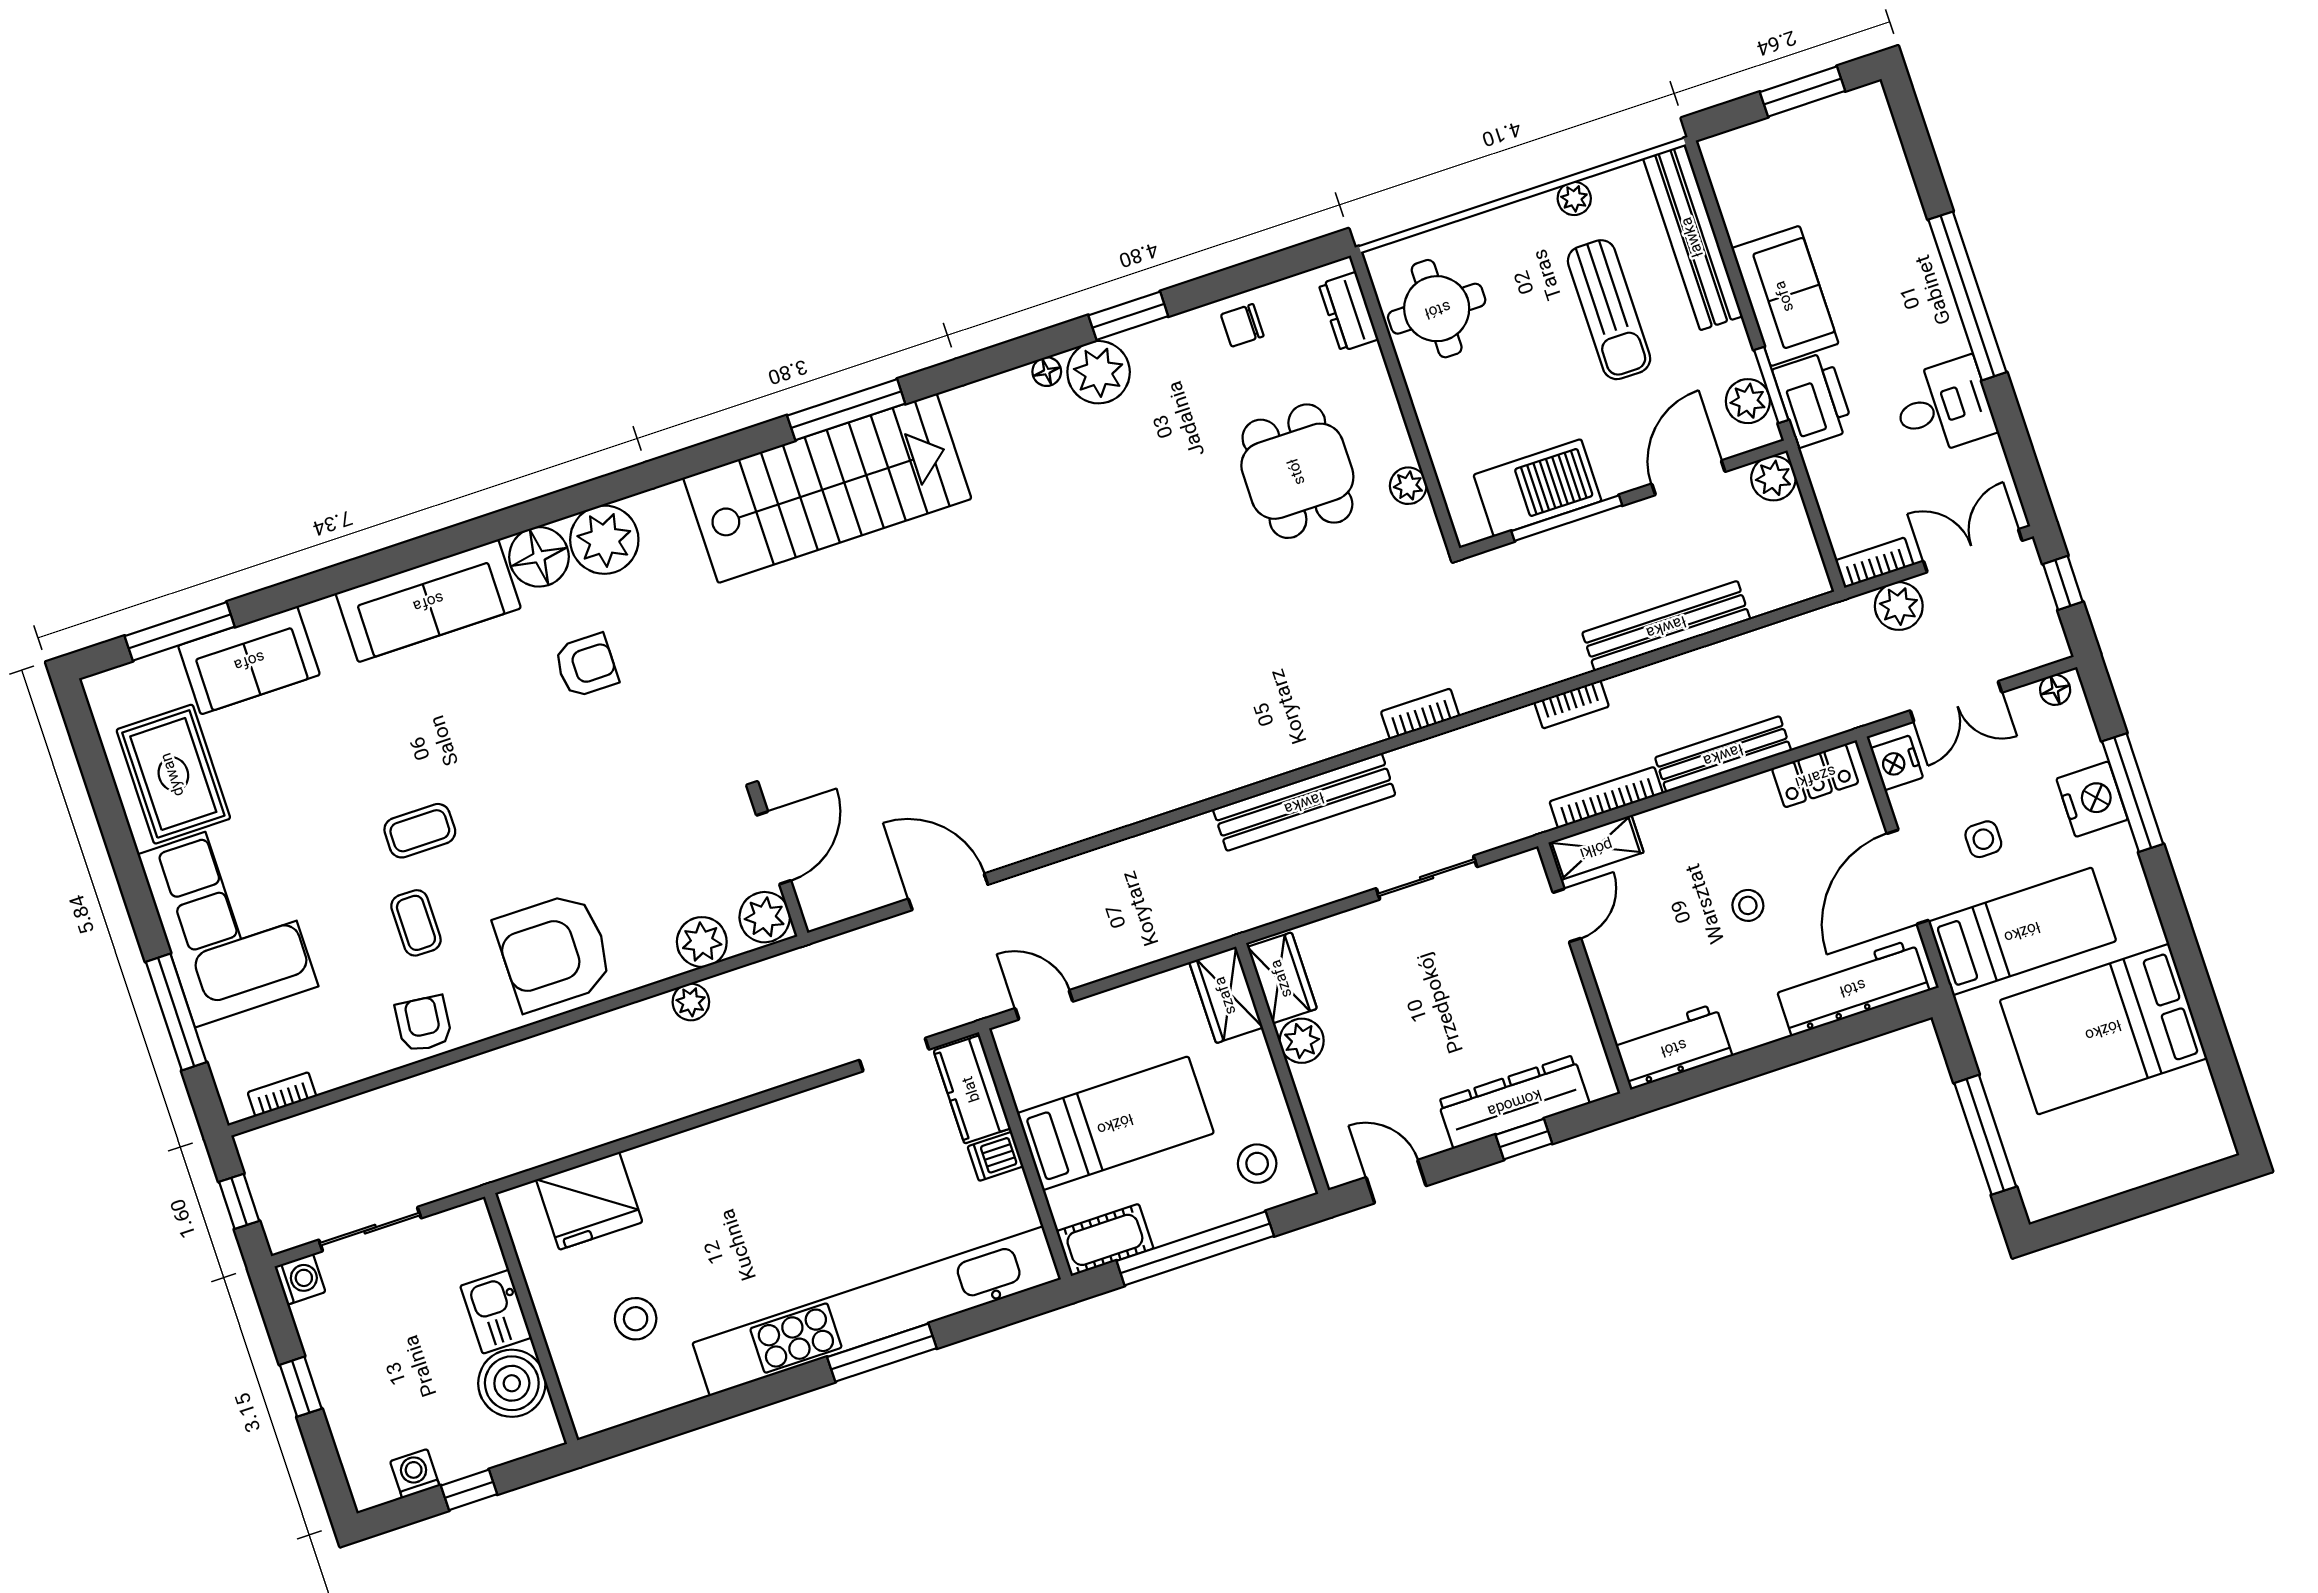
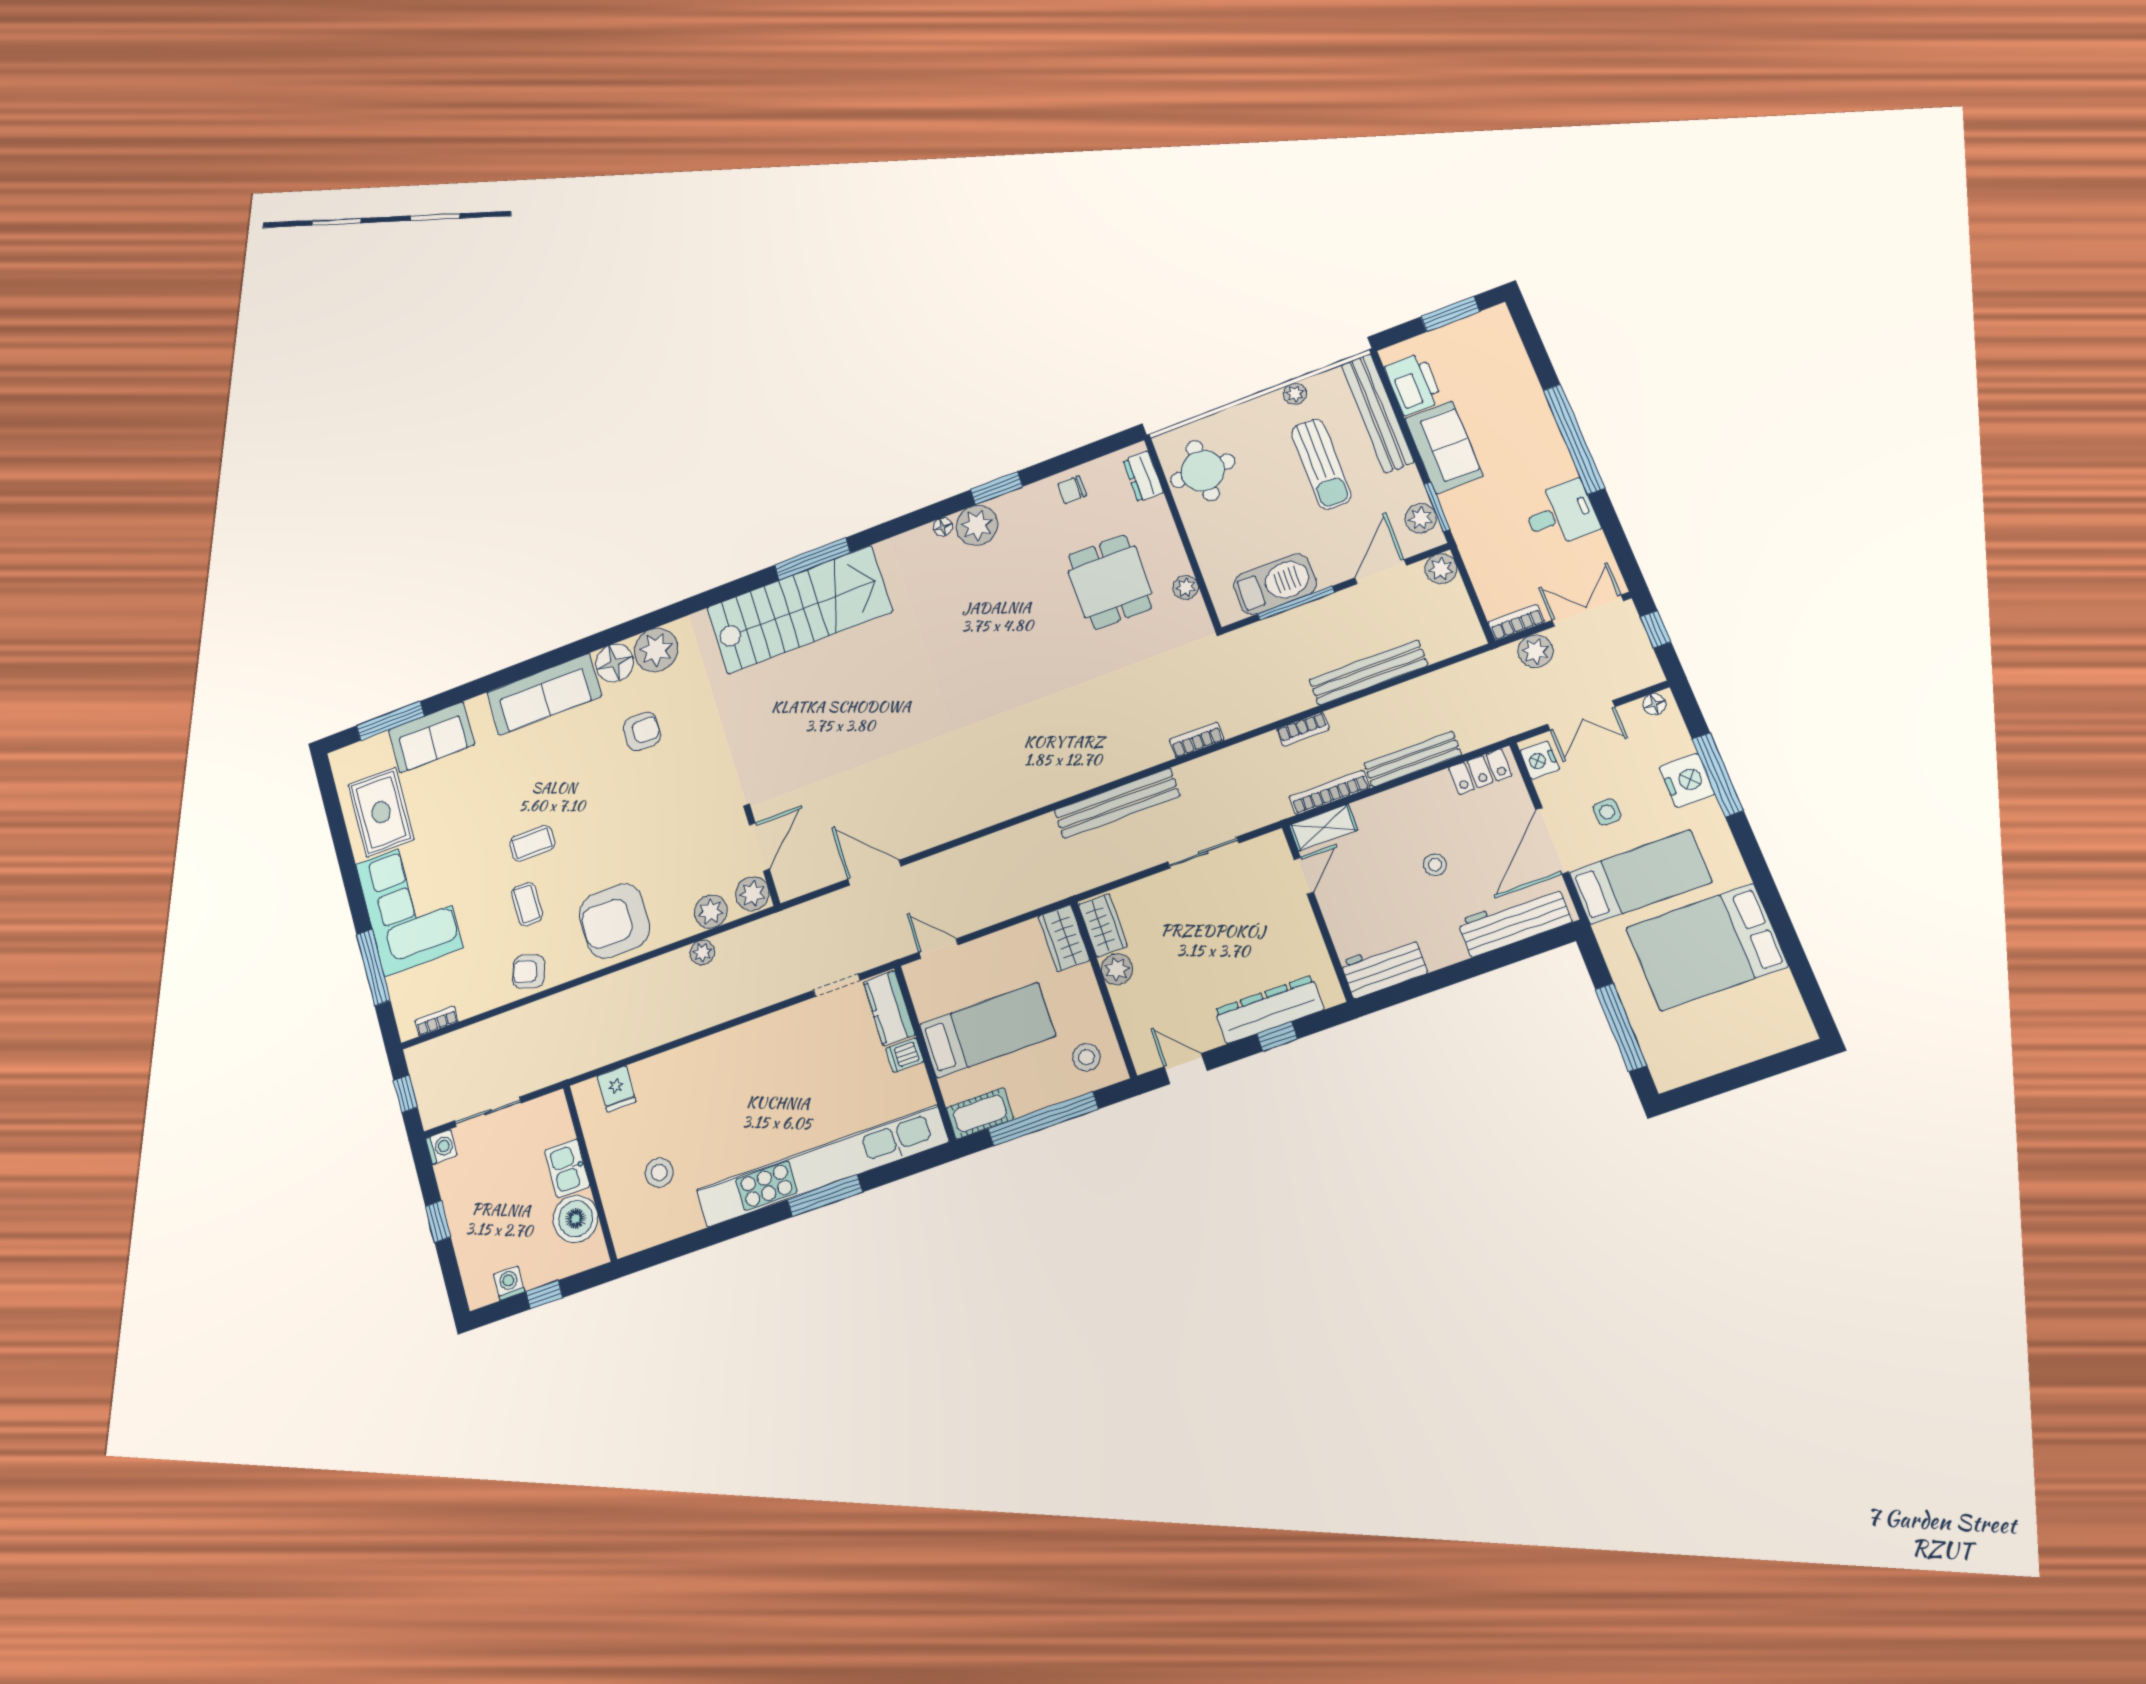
printer: (1813, 400) -> (1413, 384), moved
armchair: (424, 1024) -> (529, 971), turned -78
fridge: (589, 1201) -> (617, 1089), width x0.53, depth x0.75

